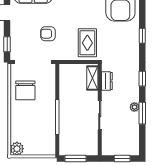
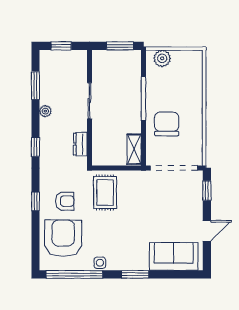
armchair: (48, 34) -> (65, 201), moved
shelving: (92, 78) -> (134, 149), moved
chair: (25, 90) -> (167, 124), moved
window: (142, 113) -> (35, 86), moved
plant: (17, 149) -> (162, 58), moved

